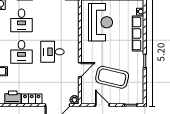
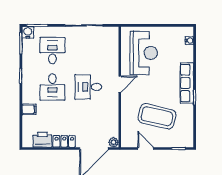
desk: (21, 20) -> (52, 51), turned 180
row of seats: (138, 33) -> (187, 83), moved
door: (80, 70) -> (120, 84), moved

